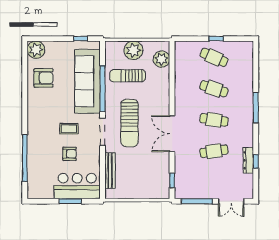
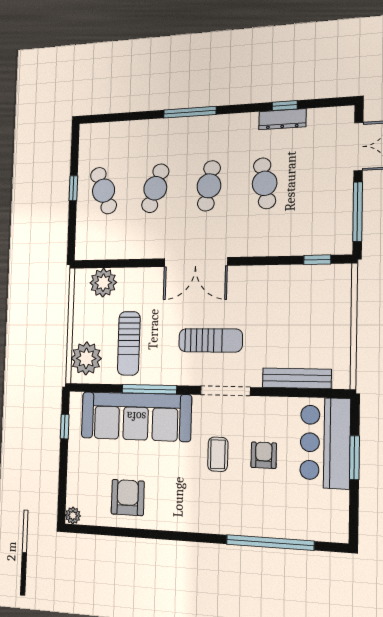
plant: (36, 50) -> (73, 516), width x0.53, depth x0.53
plant: (133, 50) -> (86, 358), moved
cafe table: (214, 57) -> (104, 191), turned -45
window: (103, 89) -> (149, 389), width x0.68
sun lounger: (130, 123) -> (211, 340), width x0.73, depth x0.75
double door: (172, 134) -> (196, 262), moved

